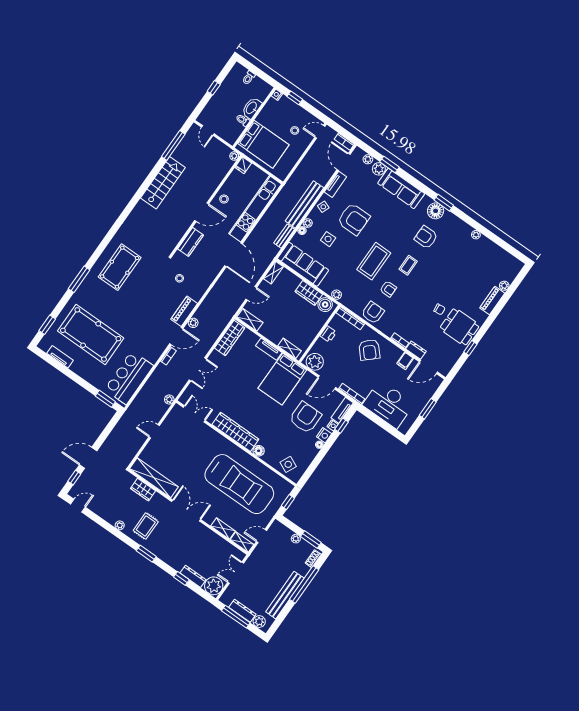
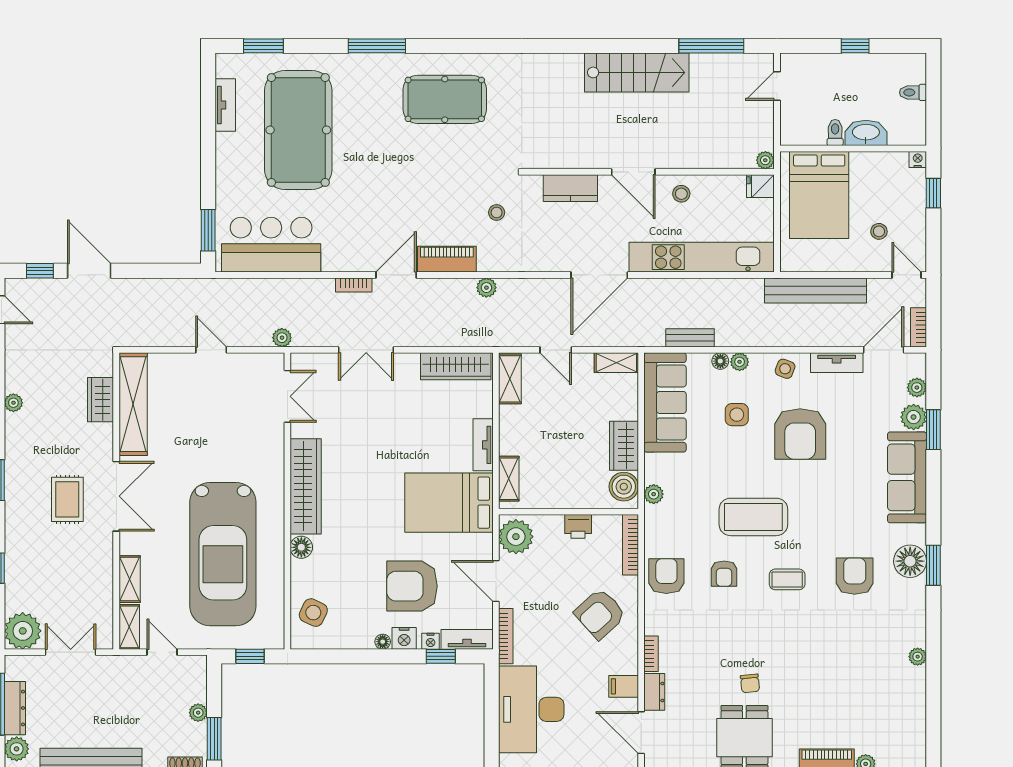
bench: (304, 204) -> (816, 290), moved
armchair: (373, 313) -> (666, 576), turned -90
plant: (193, 323) -> (486, 288), moved
door: (176, 336) -> (396, 275), swing flipped
armchair: (305, 417) -> (412, 586), turned 180
rug: (146, 526) -> (67, 499), moved, turned 90
dresser: (193, 576) -> (14, 585), removed

